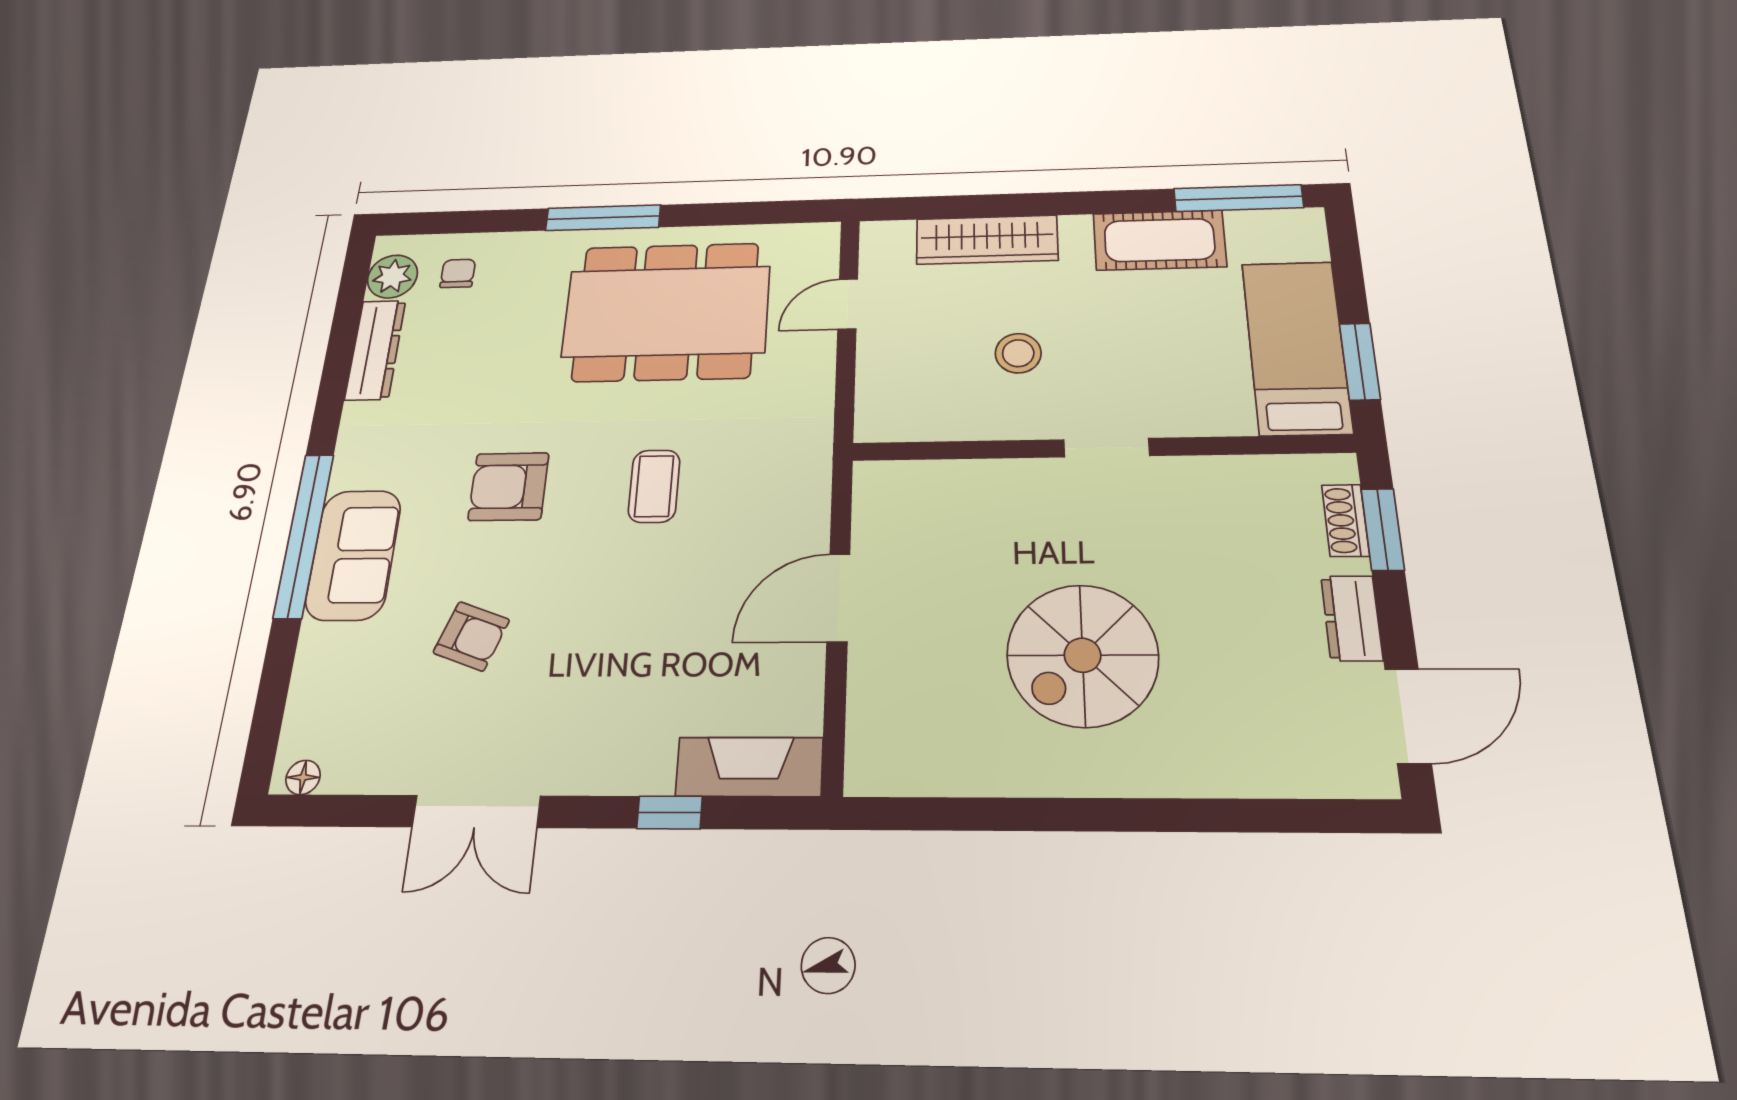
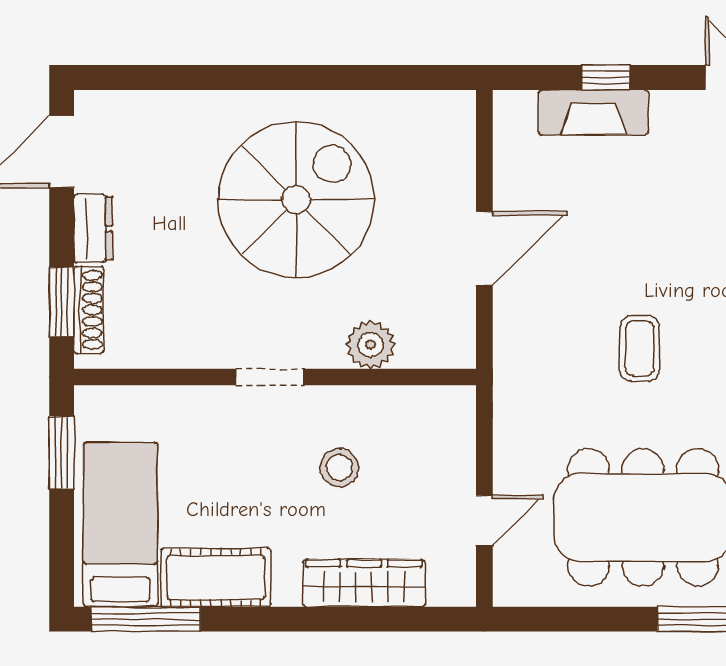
bed: (1296, 347) -> (120, 525), moved, turned 180
plant: (982, 485) -> (370, 345), added
shoe rack: (1345, 520) -> (89, 310), width x1.43
spiral stairs: (1083, 655) -> (296, 200), width x1.37, depth x1.37
fireplace: (749, 767) -> (594, 112), moved

